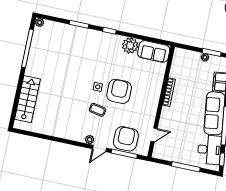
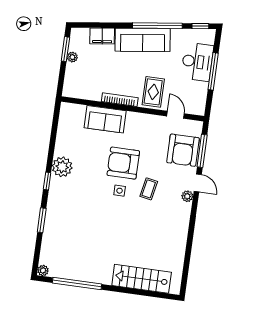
plant: (130, 45) -> (62, 167), moved
sofa: (154, 51) -> (105, 119), moved, turned 90
rug: (173, 119) -> (153, 92), added
armchair: (126, 139) -> (183, 150), turned -90
desk: (209, 150) -> (197, 62), moved, turned 97

